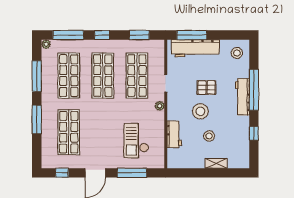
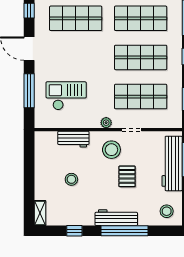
stool: (200, 111) -> (111, 150), moved
shelving: (216, 163) -> (40, 213), moved

